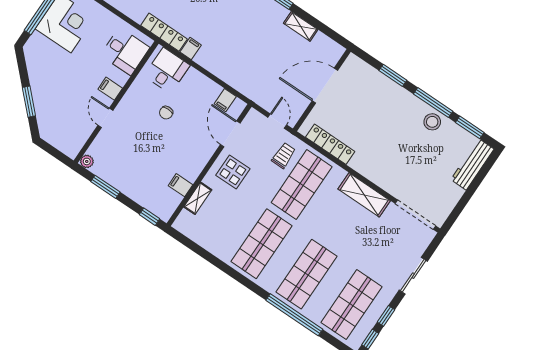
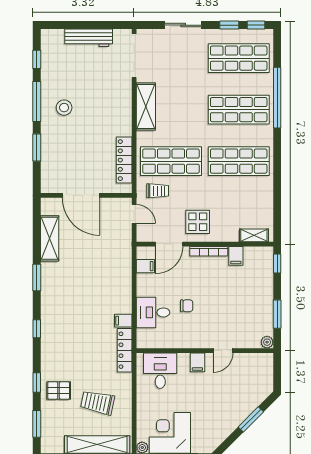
shelving: (301, 26) -> (50, 238), width x1.50, depth x1.33
desk: (167, 70) -> (153, 312), moved
door: (277, 121) -> (134, 214), swing flipped
stool: (432, 122) -> (64, 108), moved
window: (470, 127) -> (37, 59), width x0.67
trolley: (284, 155) -> (158, 191), turned 180
bookcase: (201, 164) -> (209, 251), added
workbench: (472, 164) -> (89, 38), moved
shelving: (198, 198) -> (254, 235), moved

